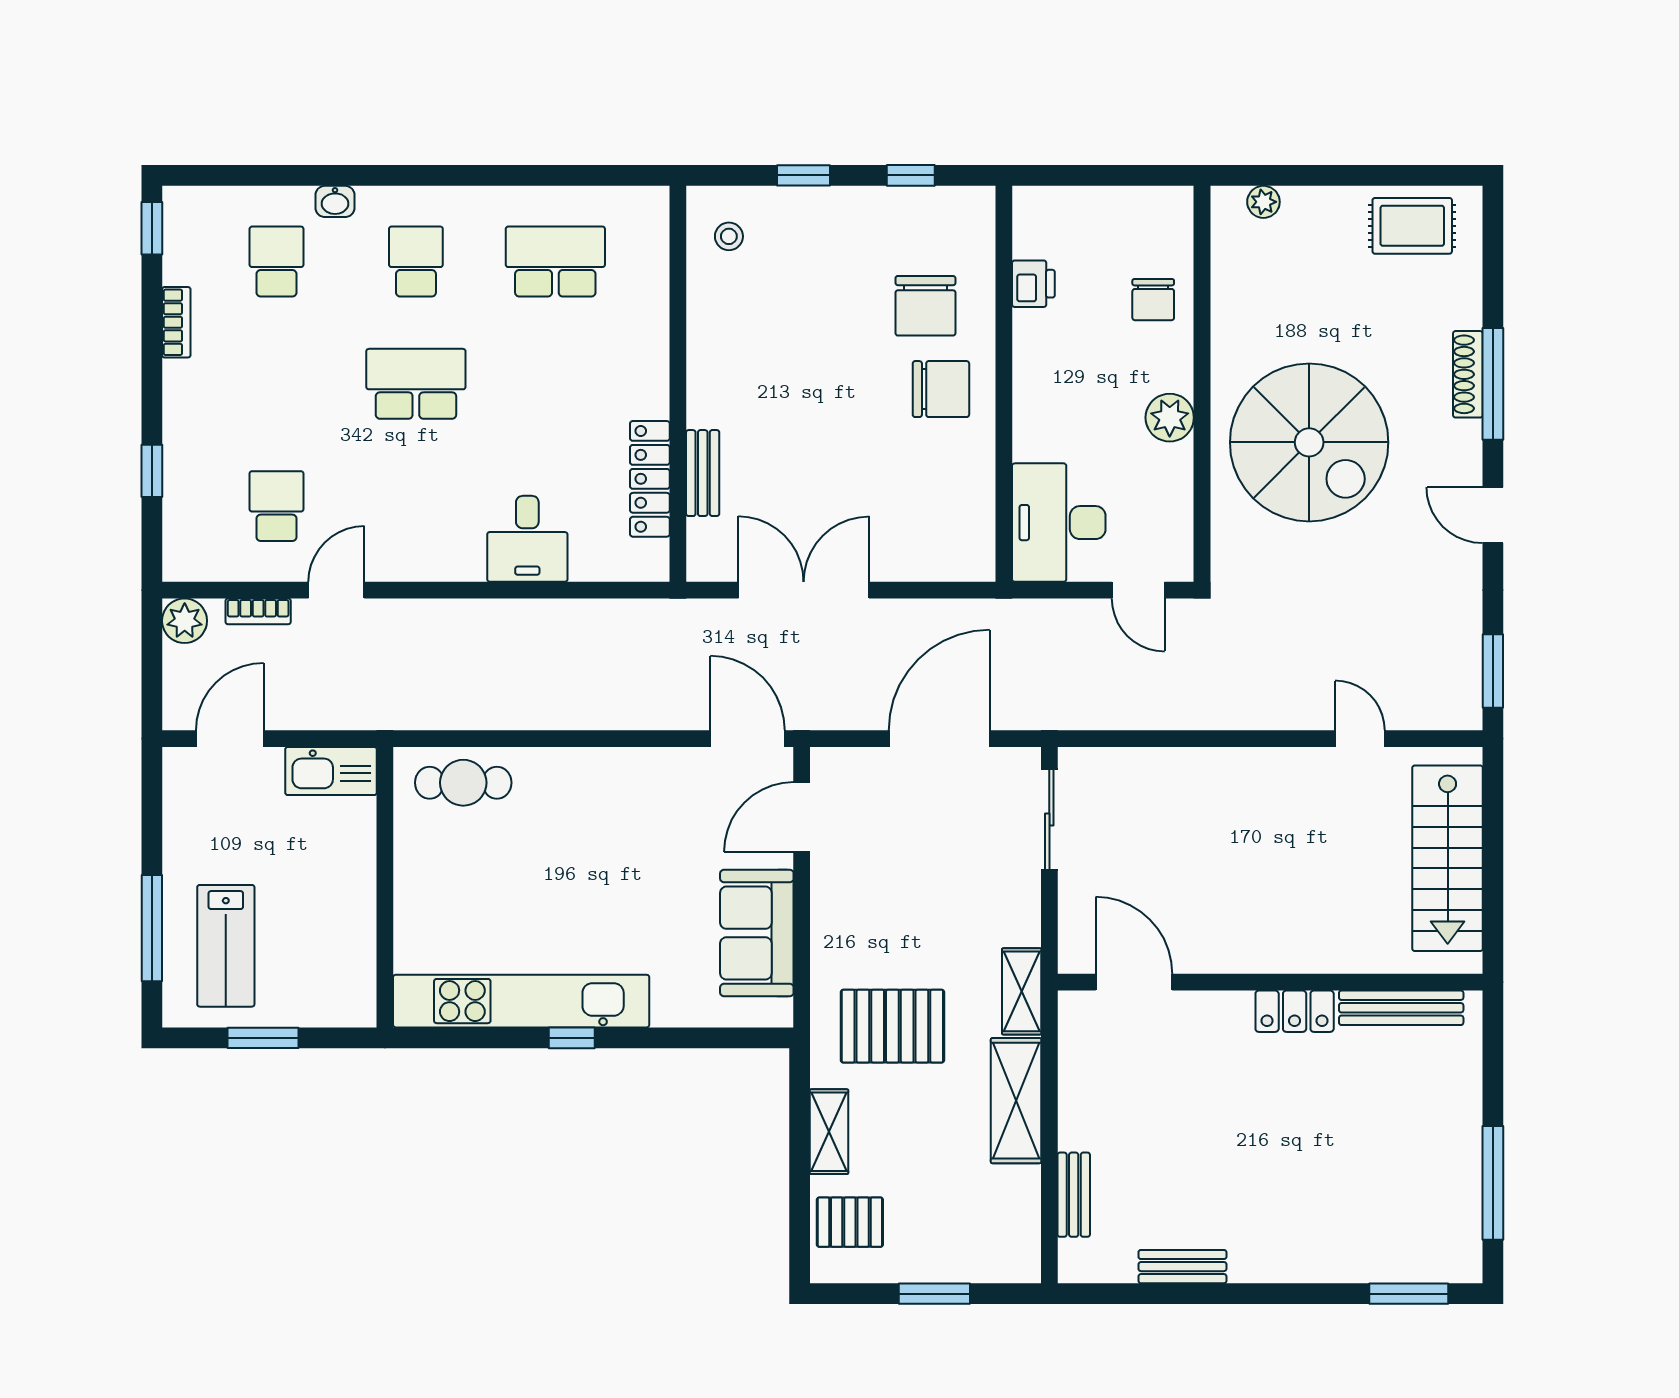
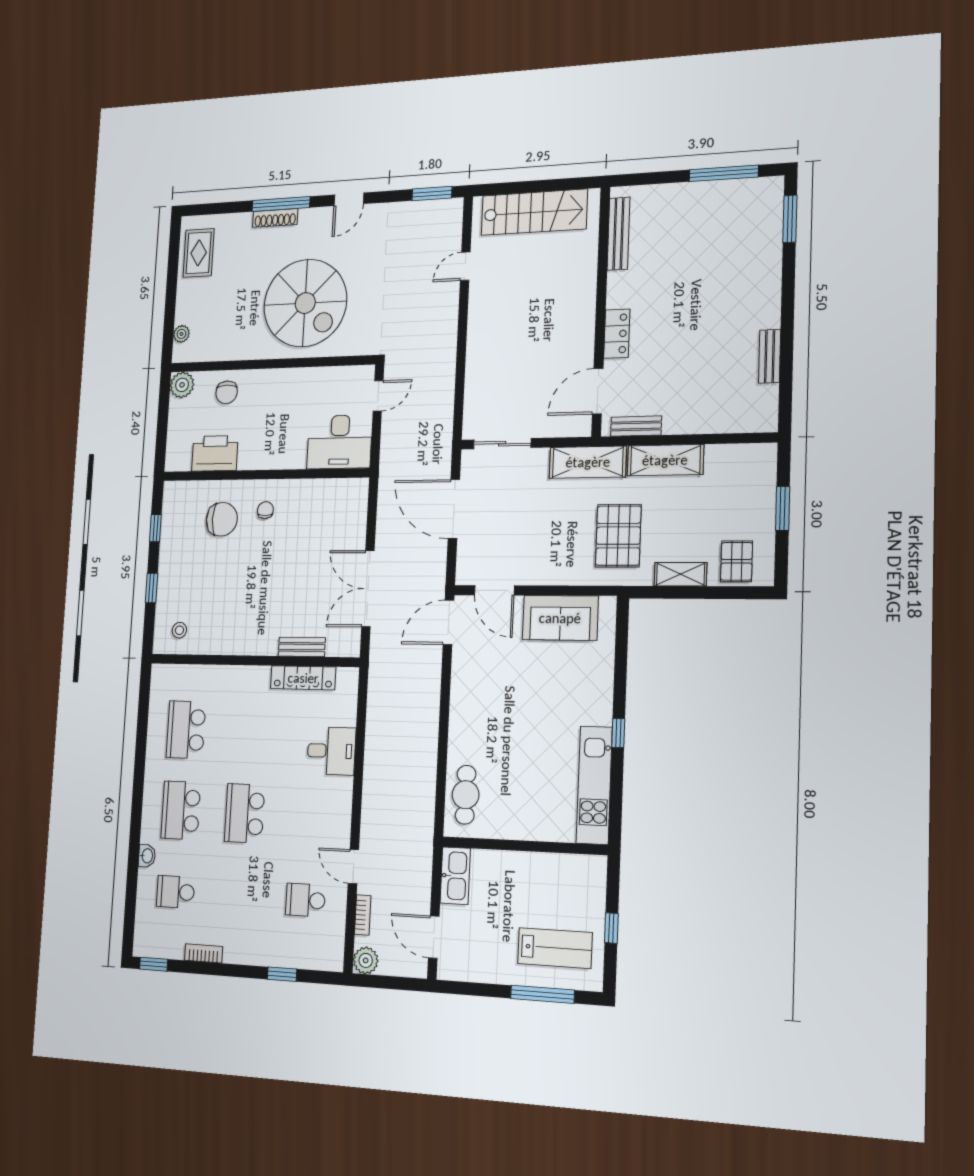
school desk: (416, 262) -> (181, 810), width x1.85
printer: (1033, 284) -> (215, 453), width x1.87, depth x1.48
chair: (1153, 300) -> (227, 392), turned 90
chair: (941, 389) -> (265, 510), width x0.54, depth x0.54
plant: (1170, 418) -> (182, 385), moved
spiral stairs: (1309, 442) -> (305, 303), turned 90
shelving: (1022, 991) -> (588, 462), width x1.50, depth x1.33
kitchen unit: (521, 1001) -> (594, 785), width x0.73
locker: (1295, 1011) -> (617, 334), moved
window: (263, 1038) -> (611, 928), width x0.67
bench: (1074, 1195) -> (636, 426), moved

